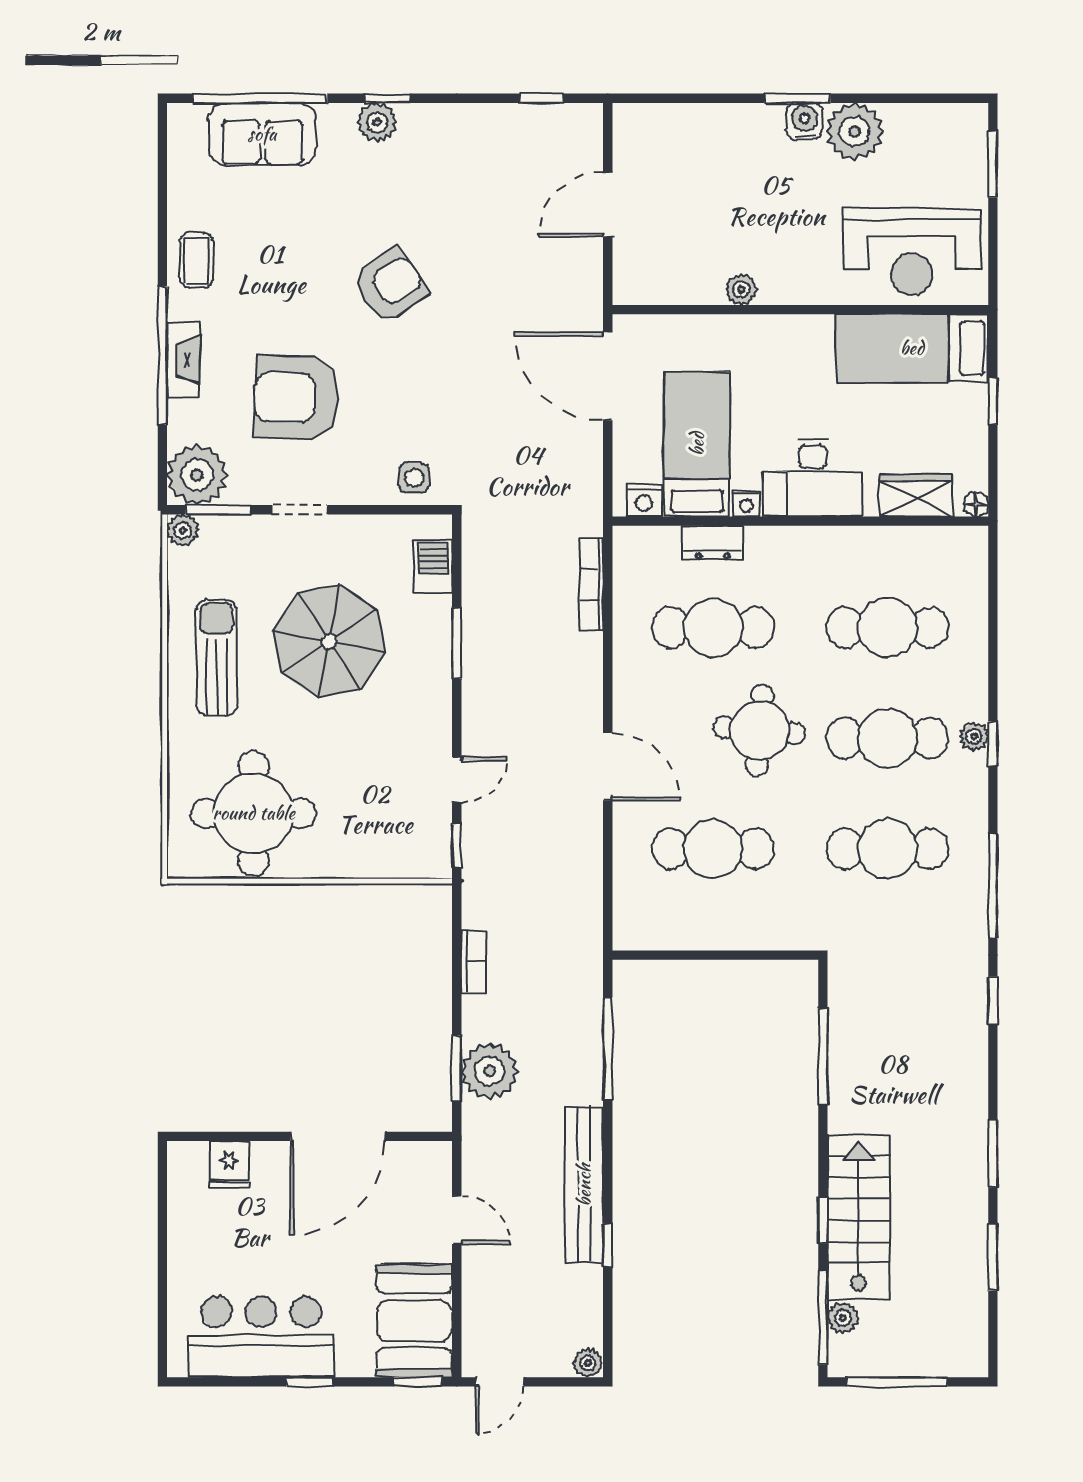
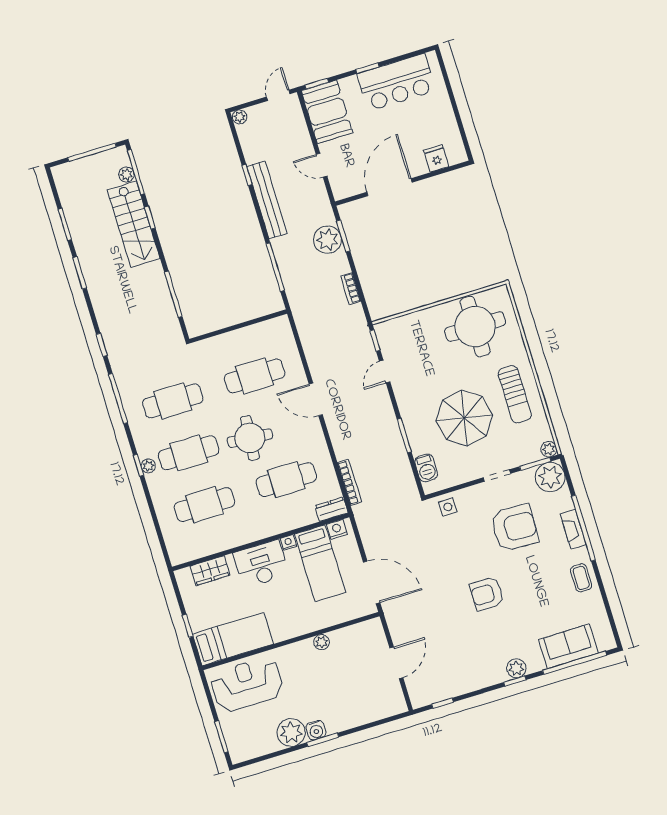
armchair: (390, 285) -> (487, 594), turned 34
floor lamp: (976, 504) -> (181, 575), removed
dresser: (713, 543) -> (331, 509), moved

